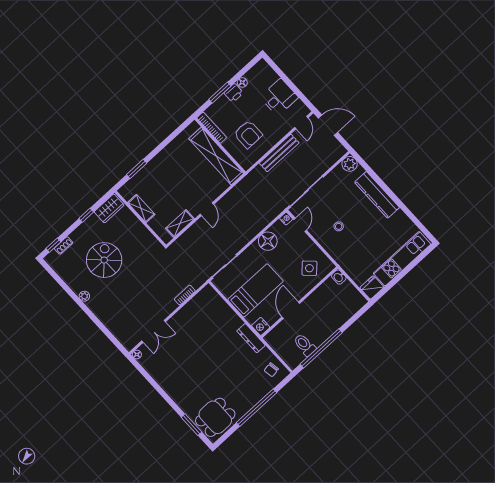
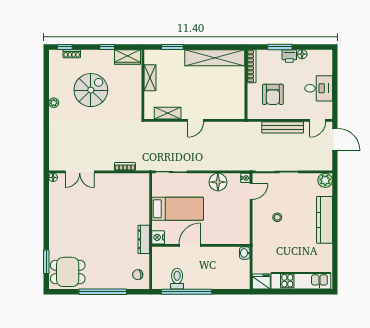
shelving: (216, 156) -> (215, 58), moved, turned 90
side table: (309, 268) -> (230, 228), removed

